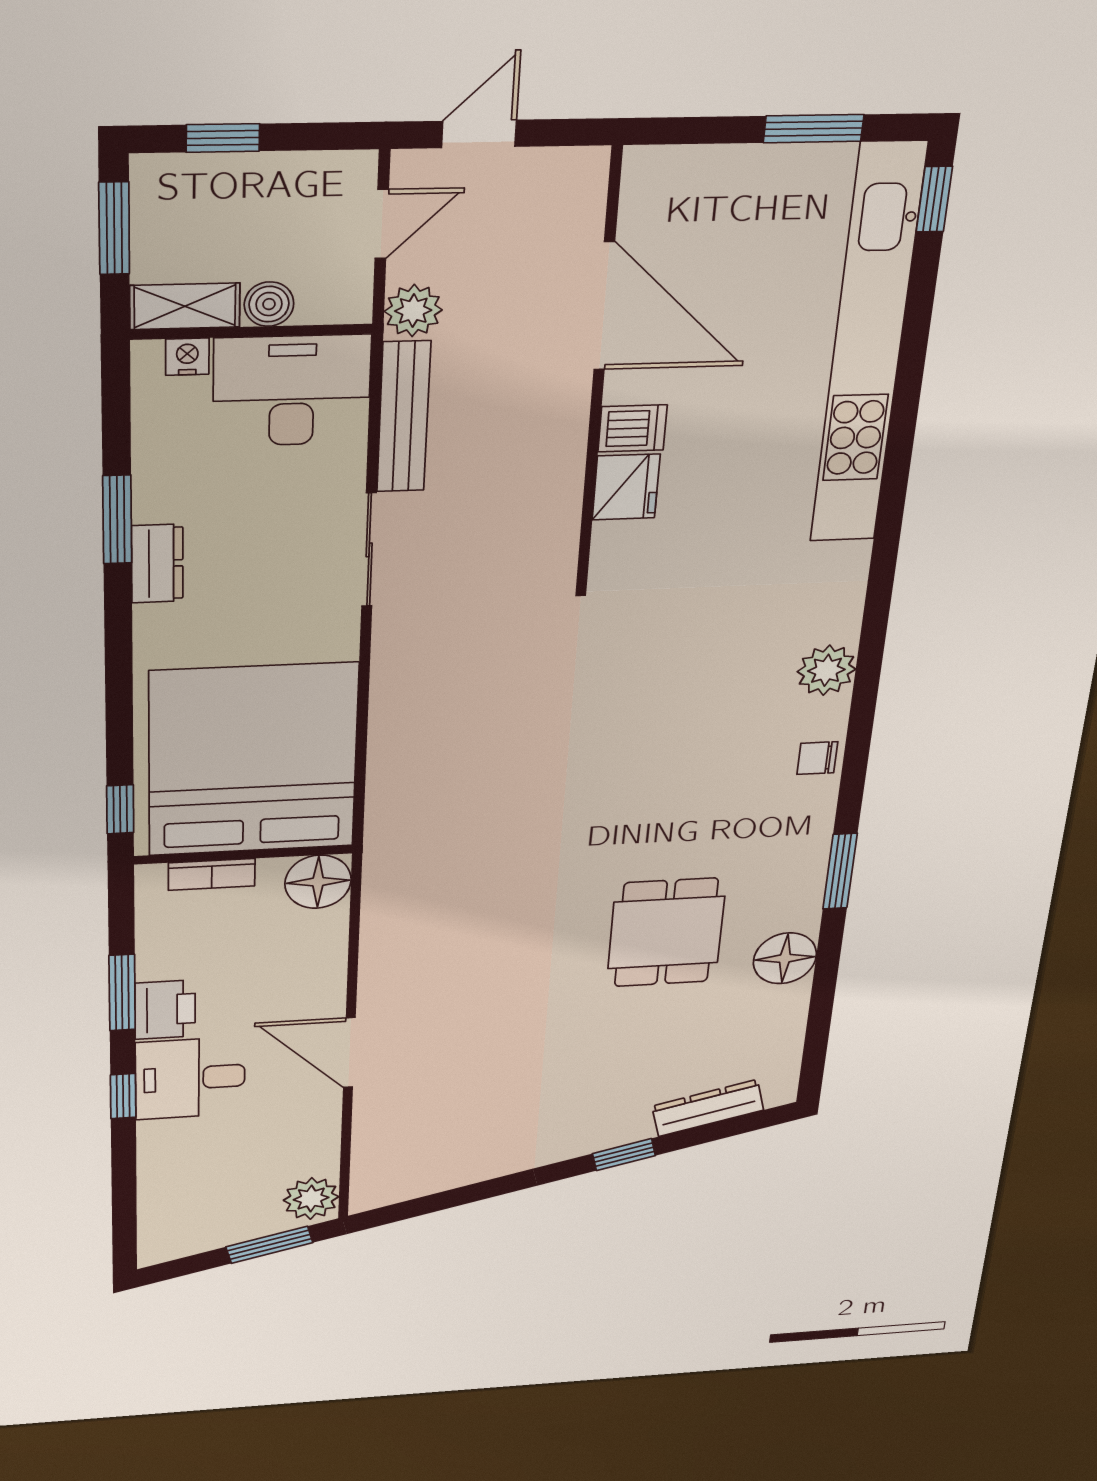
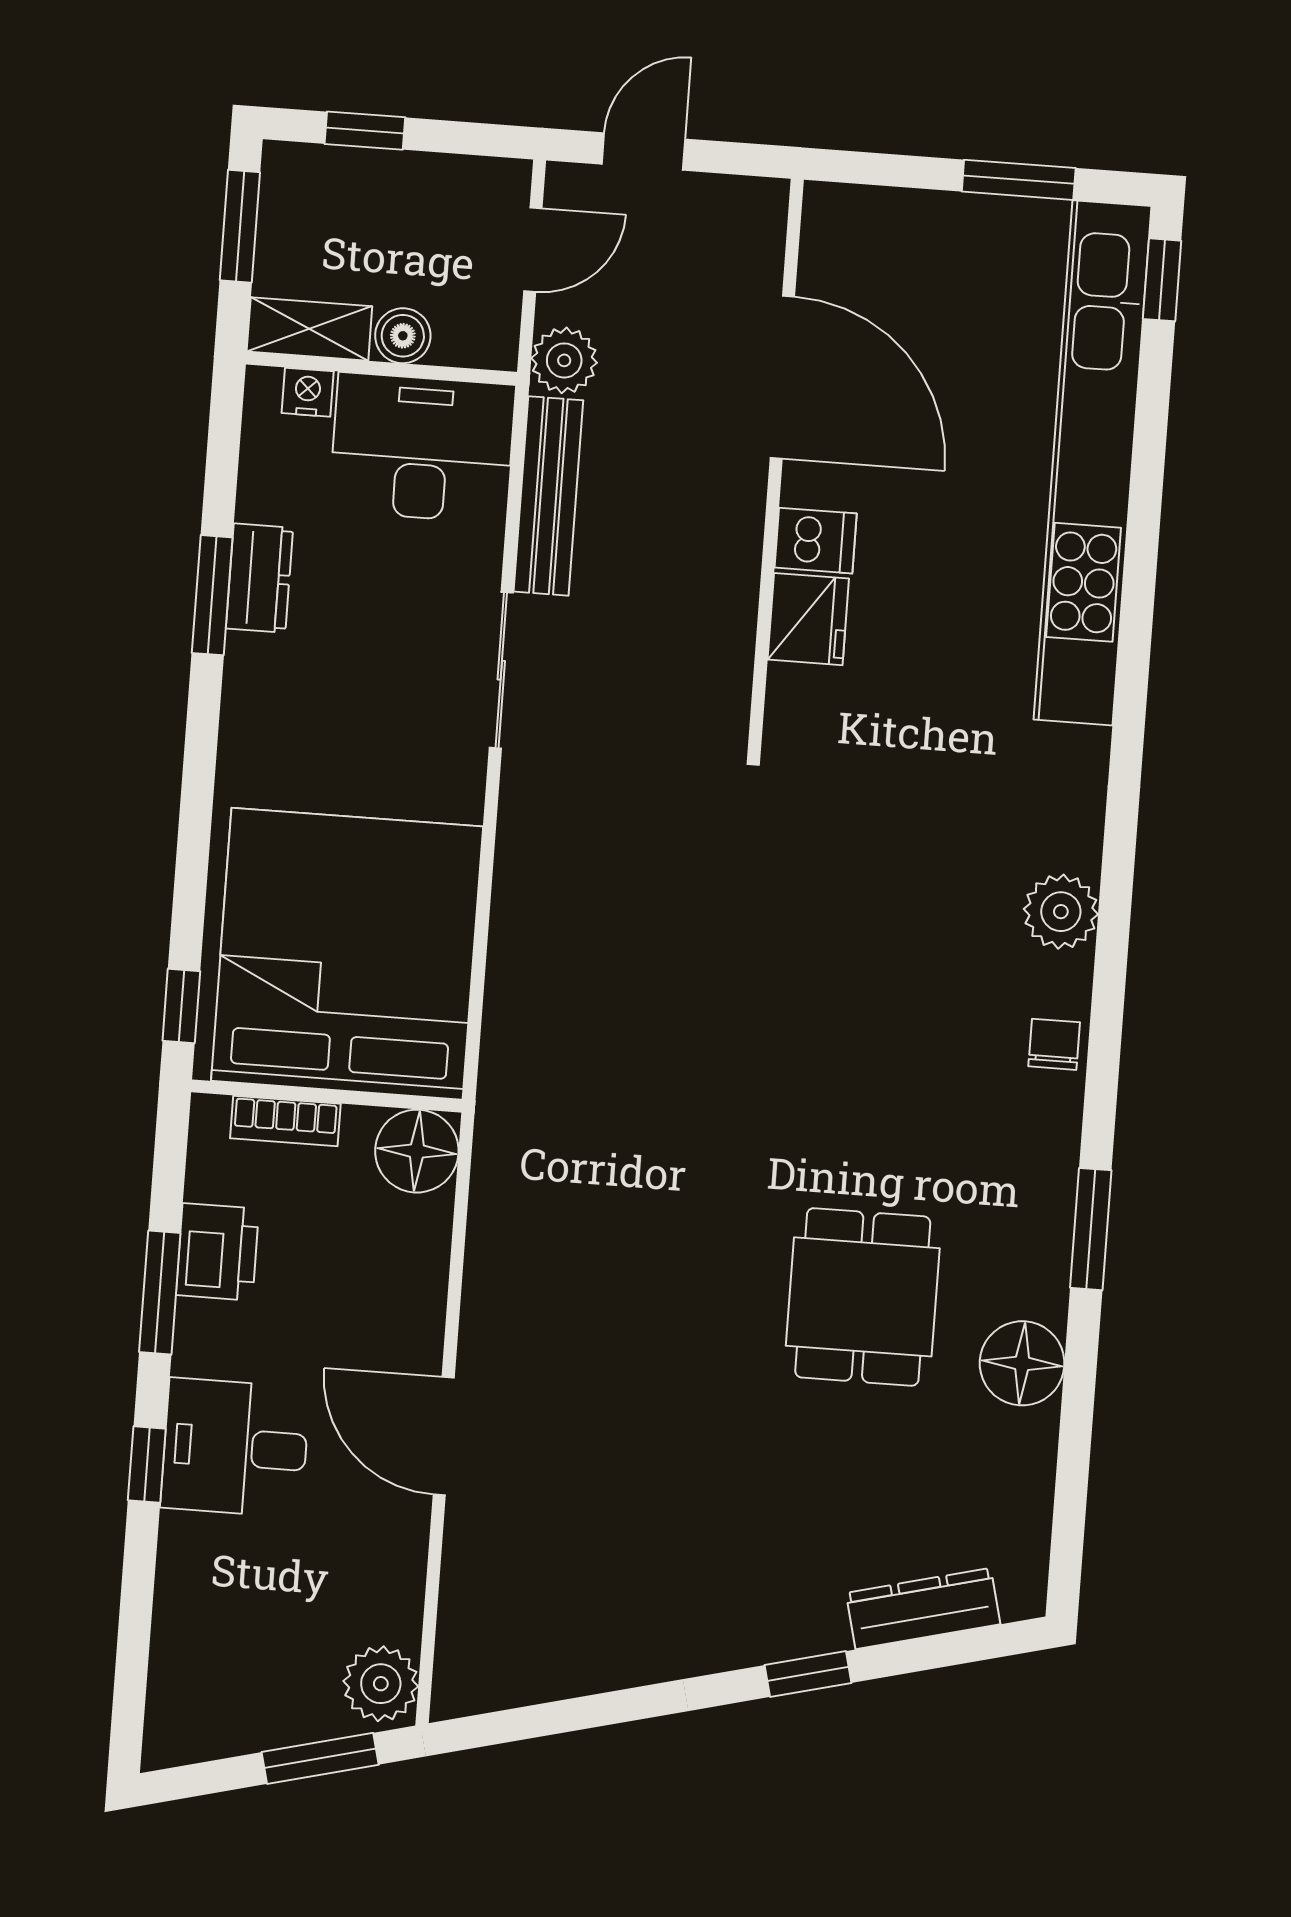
dresser: (157, 564) -> (259, 578), moved
chair: (817, 758) -> (1054, 1044), turned 90
printer: (165, 1010) -> (217, 1252), moved

